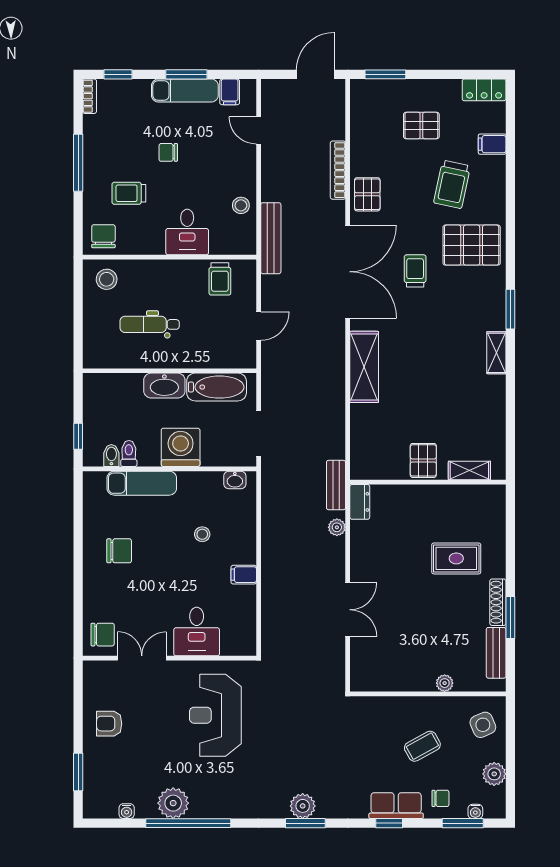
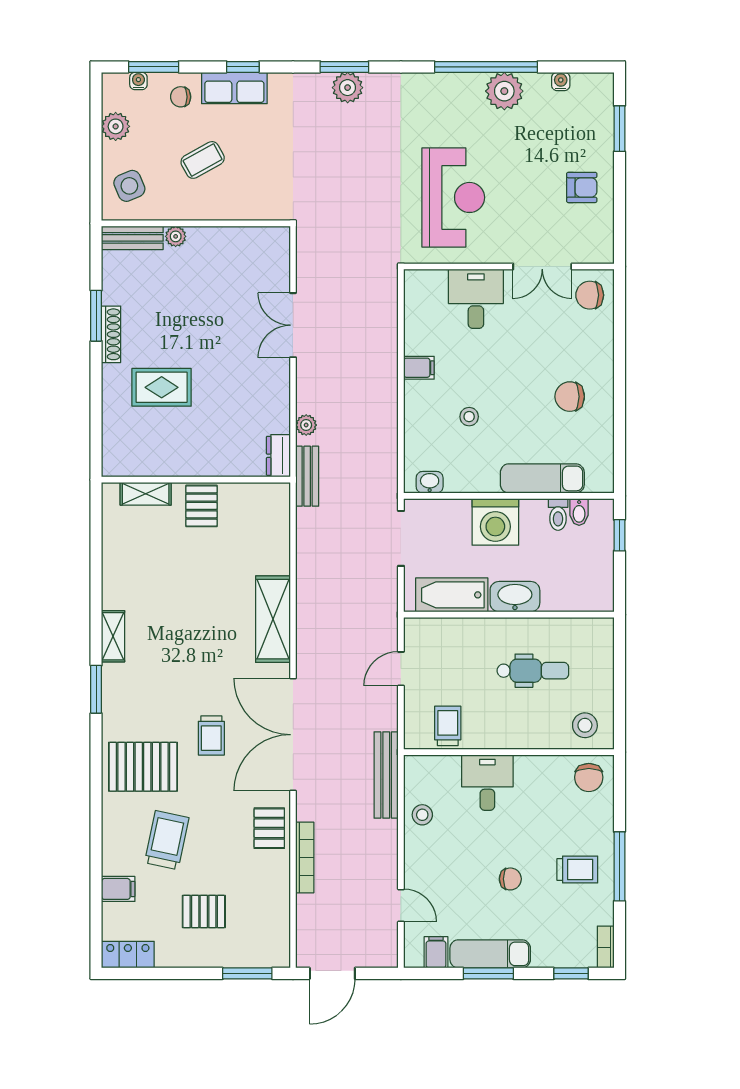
trolley: (129, 193) -> (577, 869), moved
bench: (496, 653) -> (132, 238), moved, turned 90

